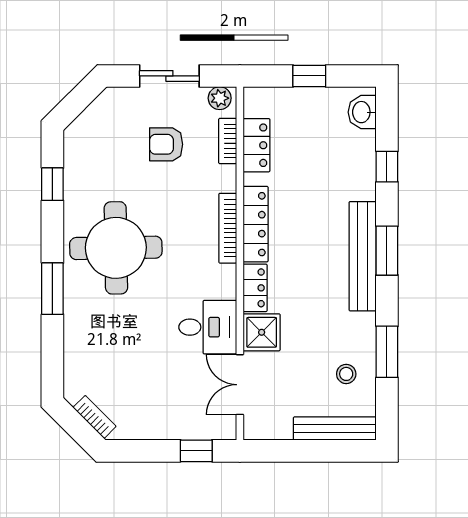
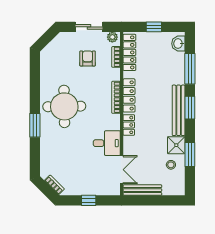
armchair: (166, 144) -> (88, 58), turned 90
locker: (257, 145) -> (129, 52), width x1.53
window: (387, 167) -> (190, 69), width x2.17
window: (52, 184) -> (35, 77), removed
shower: (262, 332) -> (176, 145), moved
double door: (240, 385) -> (122, 170), swing flipped
bench: (335, 428) -> (142, 190), moved
window: (196, 451) -> (89, 200), moved

